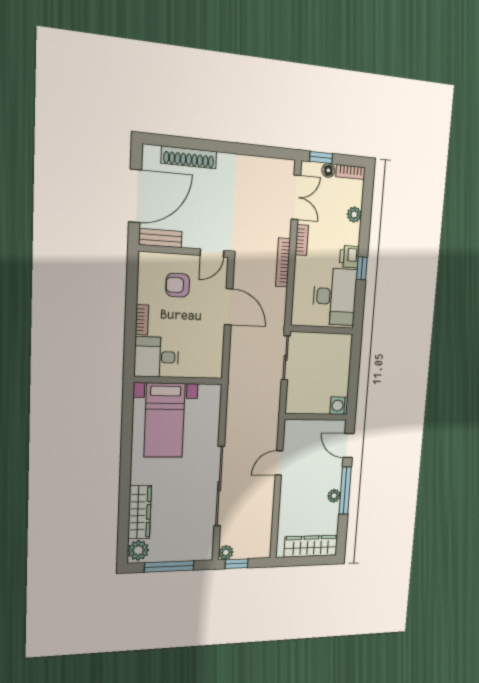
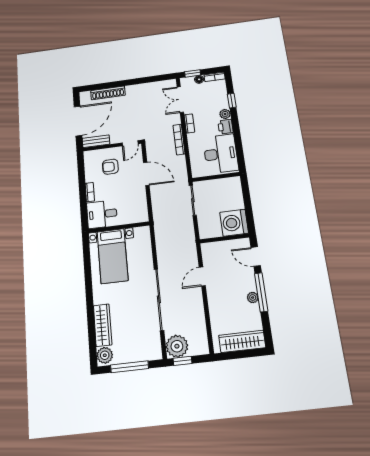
double door: (296, 197) -> (180, 99), swing flipped
plant: (354, 215) -> (225, 114), moved
window: (362, 268) -> (232, 101), moved
washing machine: (339, 406) -> (234, 223), width x1.89, depth x1.89
plant: (226, 552) -> (177, 346), width x1.87, depth x1.87

